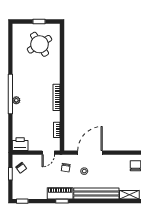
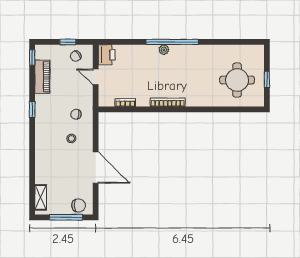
round table: (39, 44) -> (237, 80), turned 32
door: (48, 153) -> (96, 77), moved
door: (90, 153) -> (96, 168), moved
piano: (60, 193) -> (42, 77), moved
bench: (96, 193) -> (42, 154), removed

